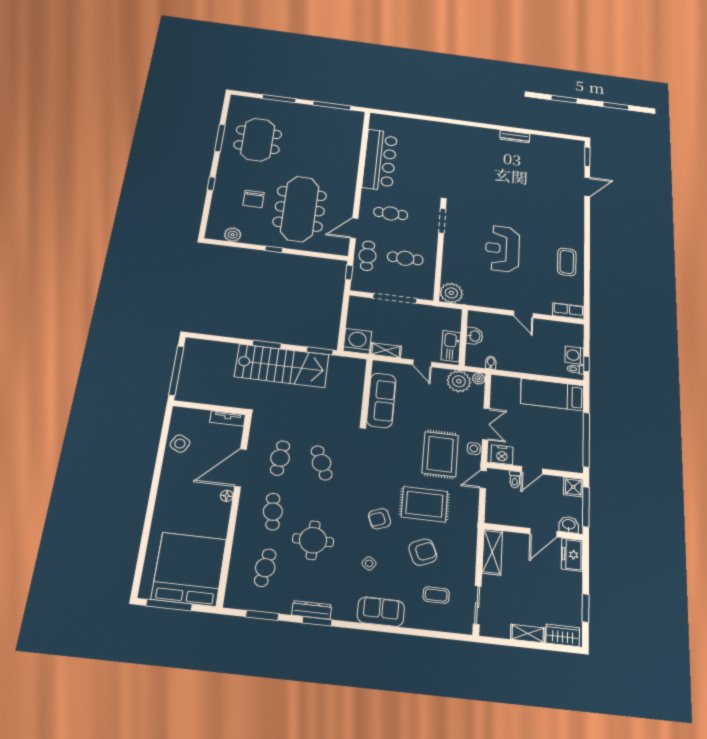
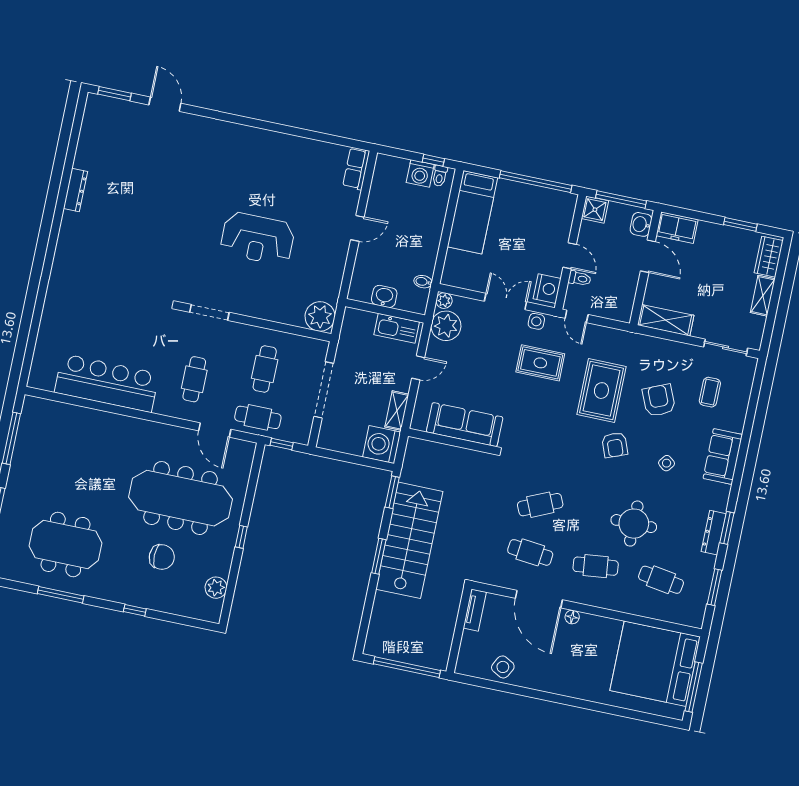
coffee table: (567, 262) -> (283, 156), removed
rug: (440, 454) -> (540, 363), width x0.73, depth x0.70

